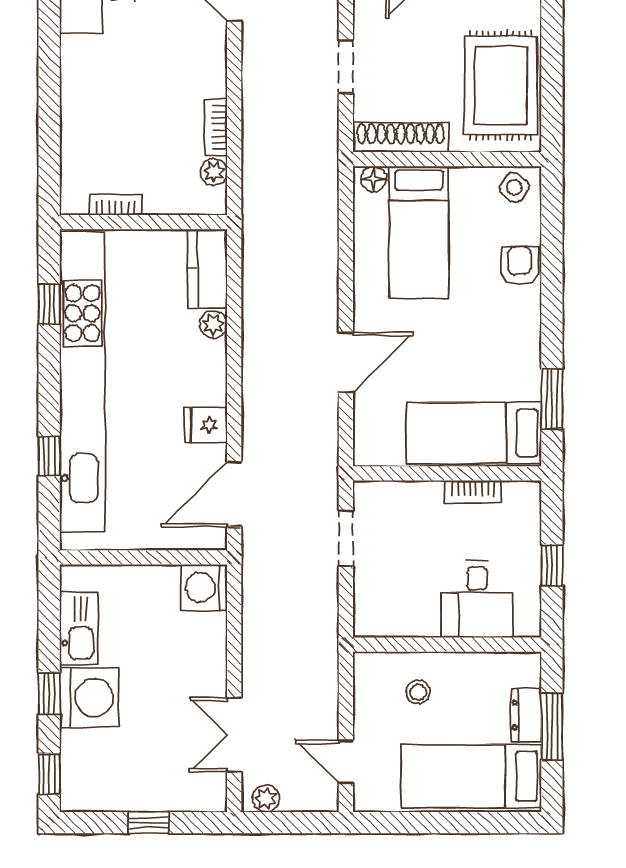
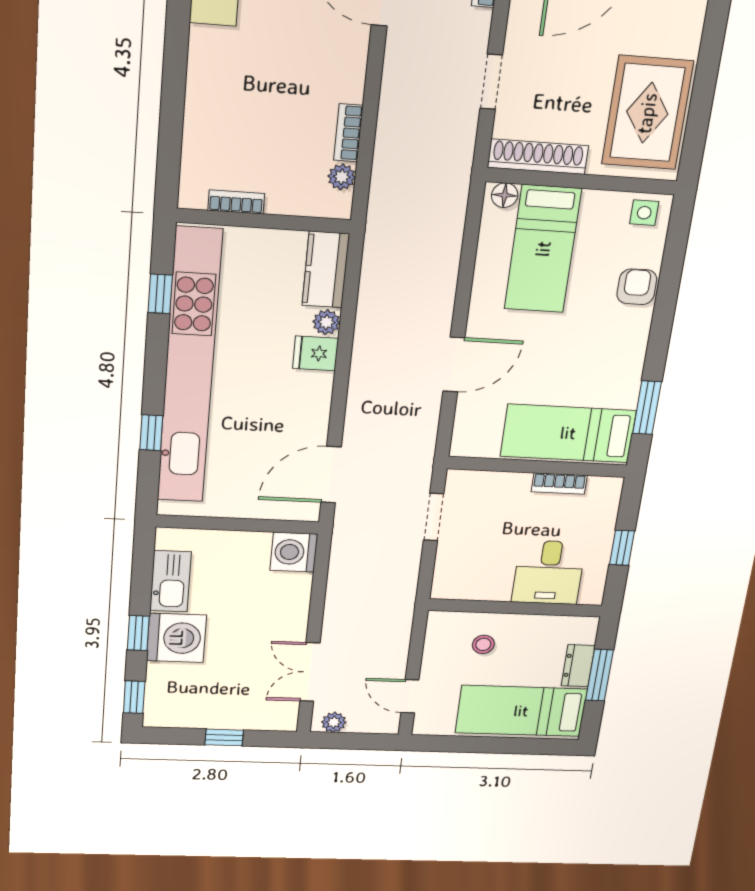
side table: (514, 187) -> (644, 213), turned -35
fridge: (206, 425) -> (316, 353), moved

